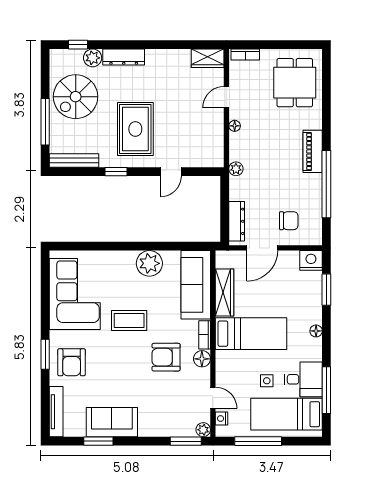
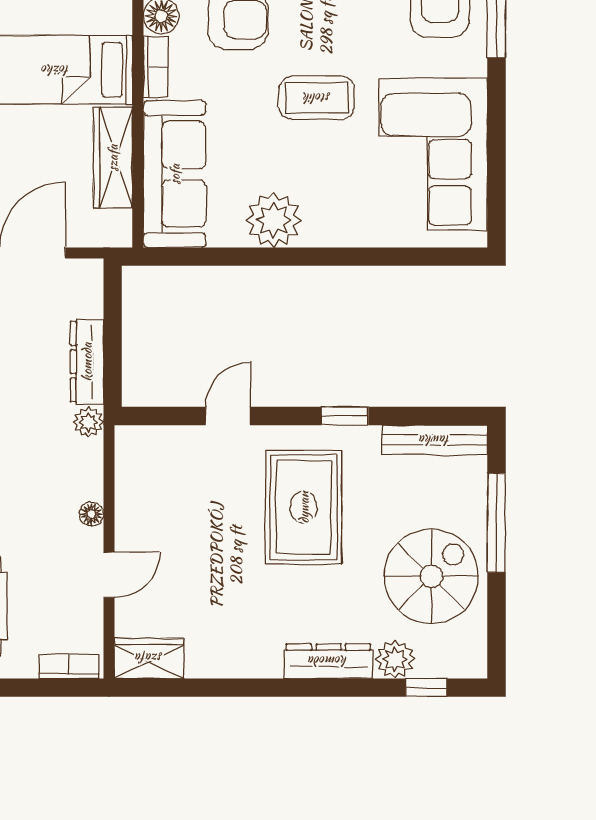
dresser: (237, 221) -> (87, 362), moved

